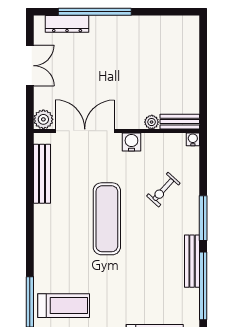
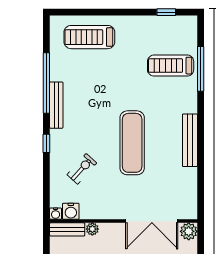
water cooler: (131, 142) -> (71, 211), moved
bench: (42, 174) -> (190, 140), moved
window: (203, 218) -> (46, 143), width x0.46

